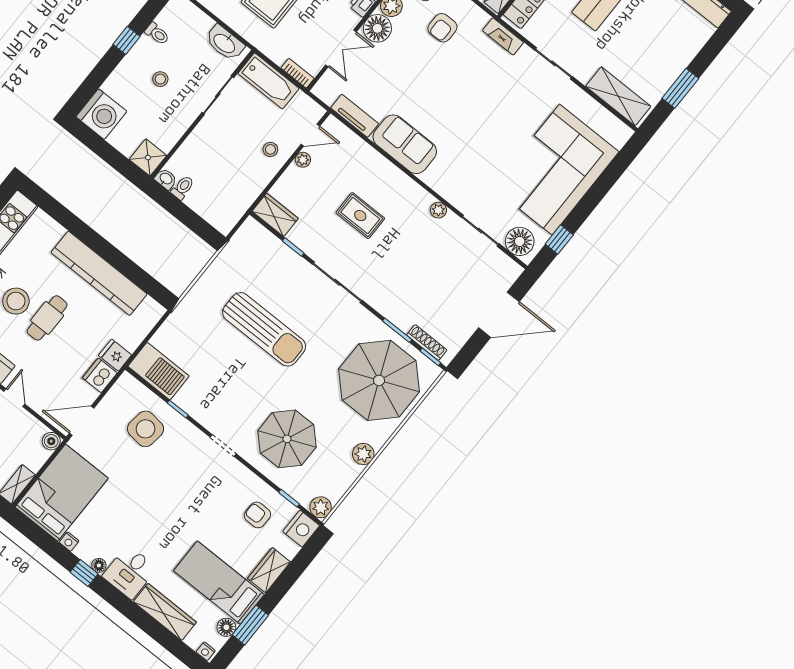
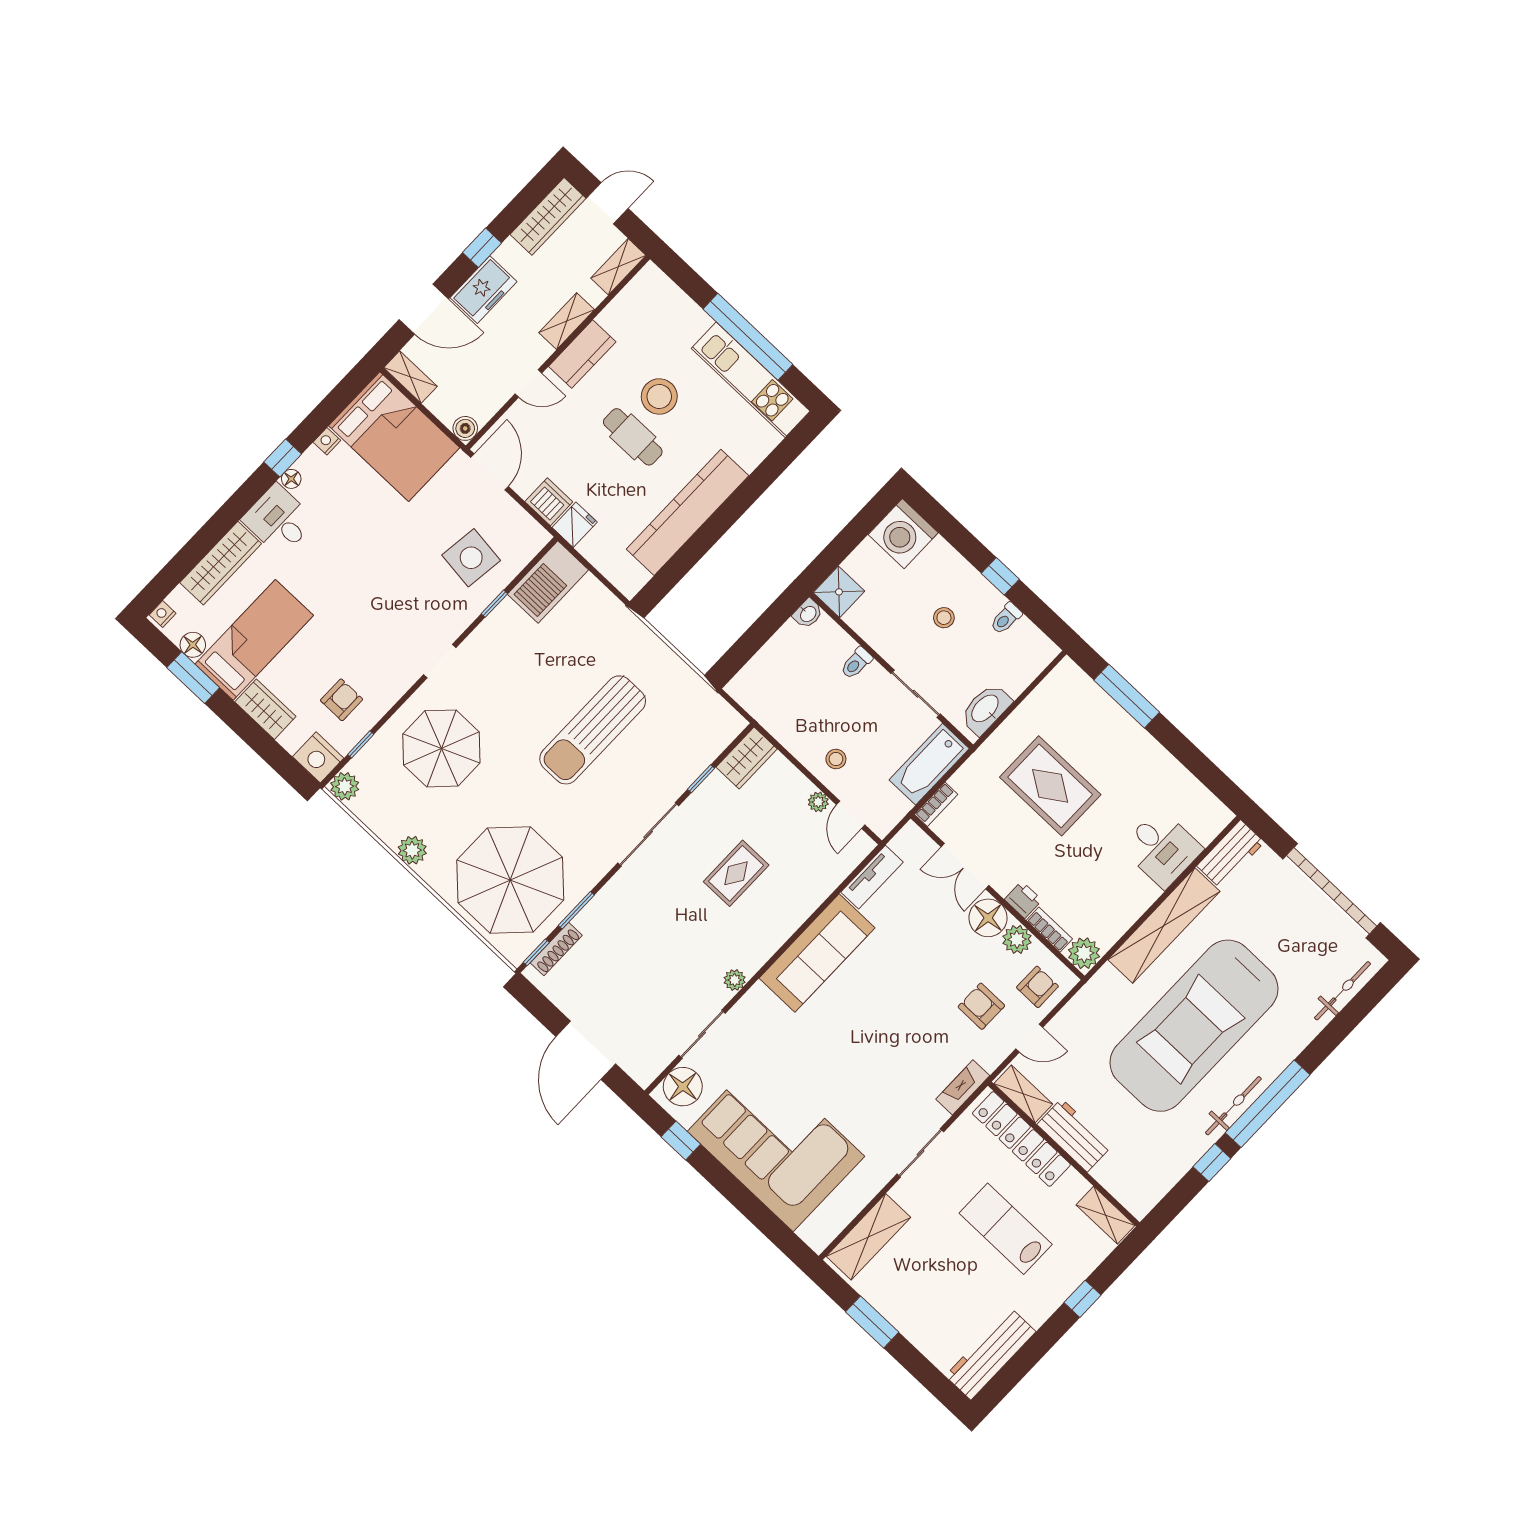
sofa: (405, 144) -> (817, 953), width x1.36
toilet: (183, 188) -> (856, 663), moved, turned 90

